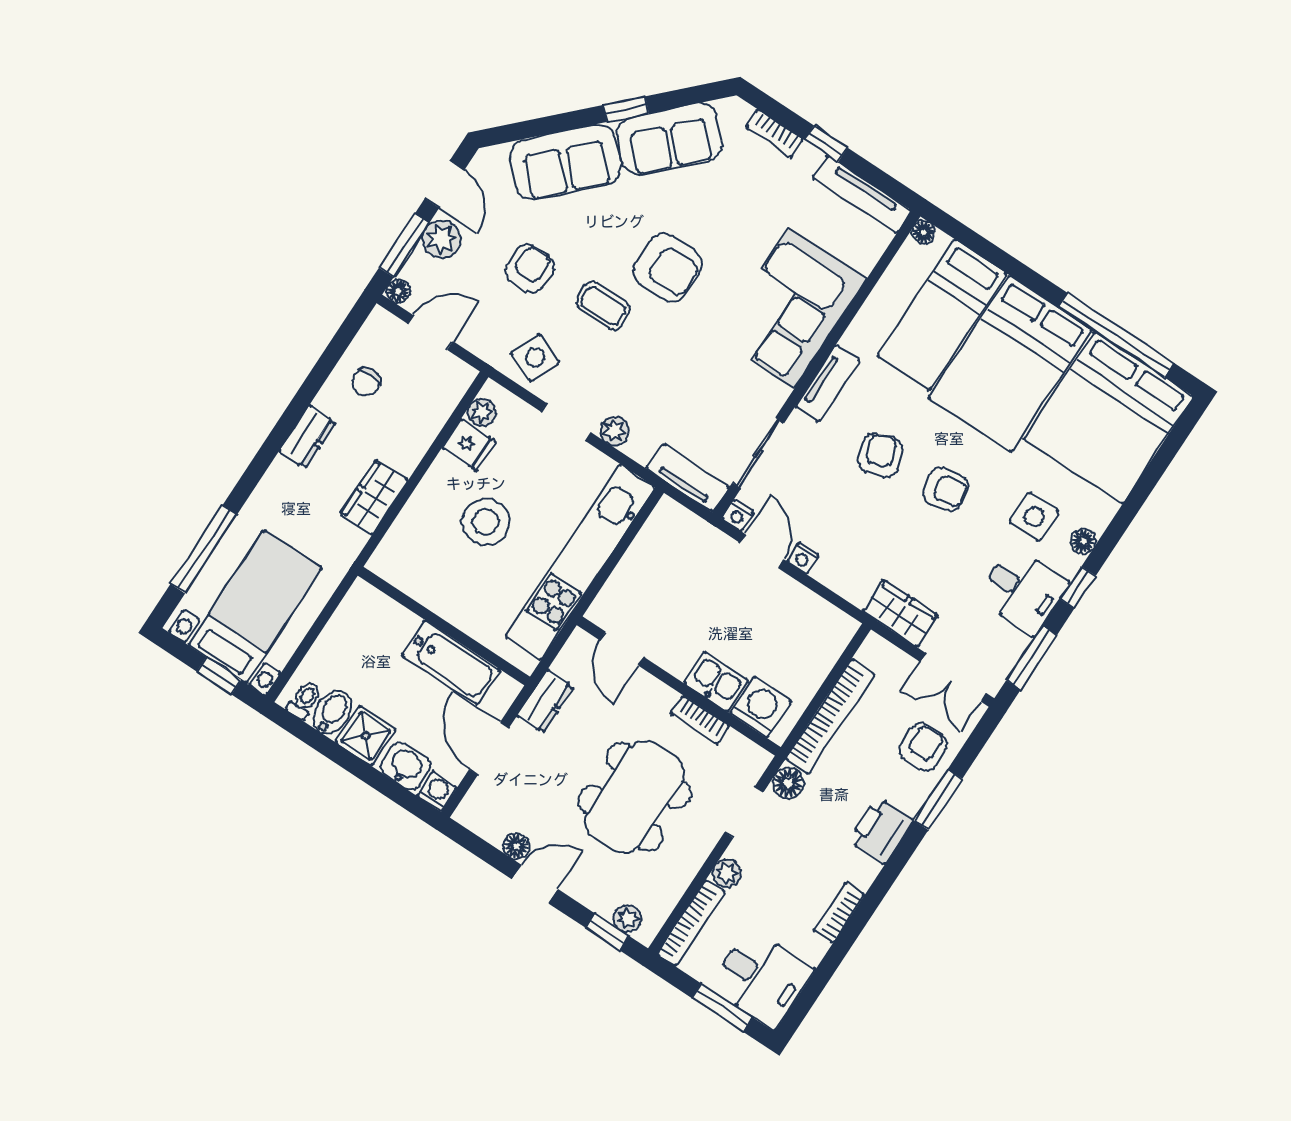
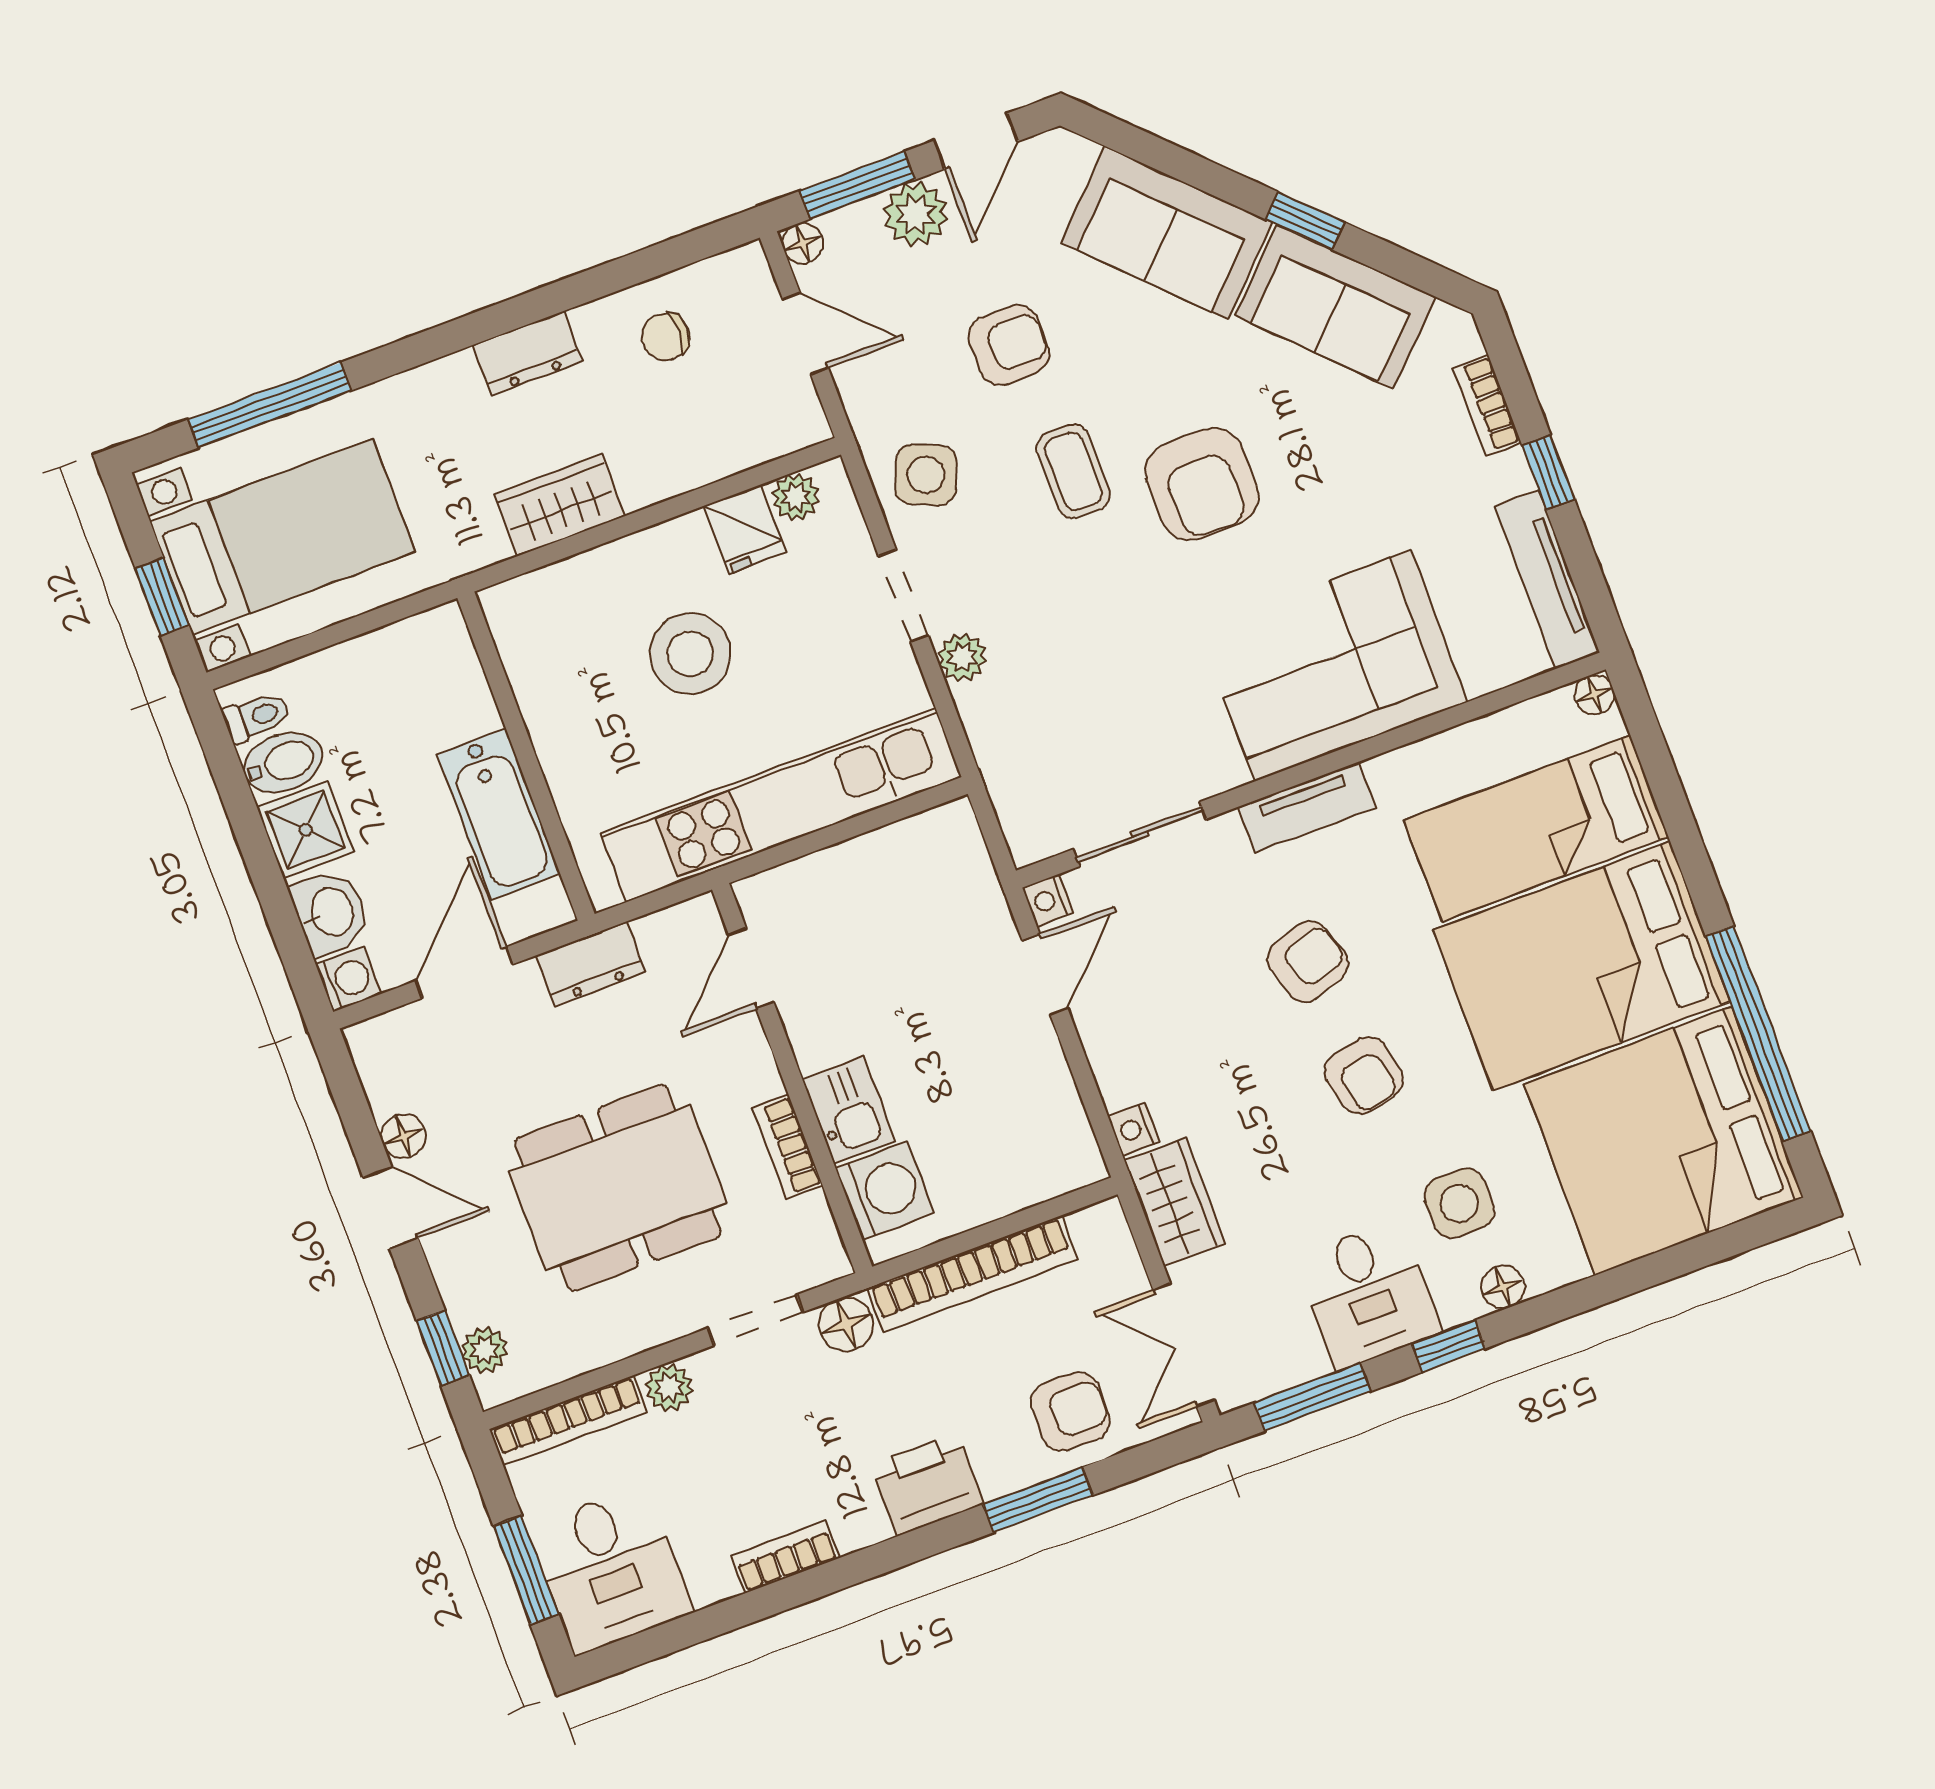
tv unit: (688, 478) -> (1016, 797), removed
nightstand: (803, 558) -> (1134, 1129), moved

